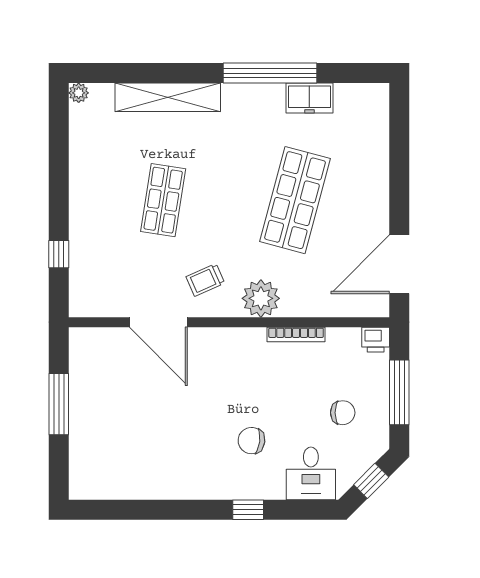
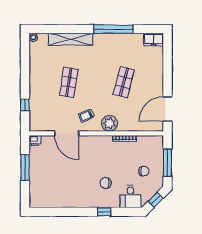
freezer: (309, 98) -> (154, 40), moved
shop shelf: (295, 200) -> (124, 82), width x0.70, depth x0.74
printer: (376, 340) -> (35, 141), moved

